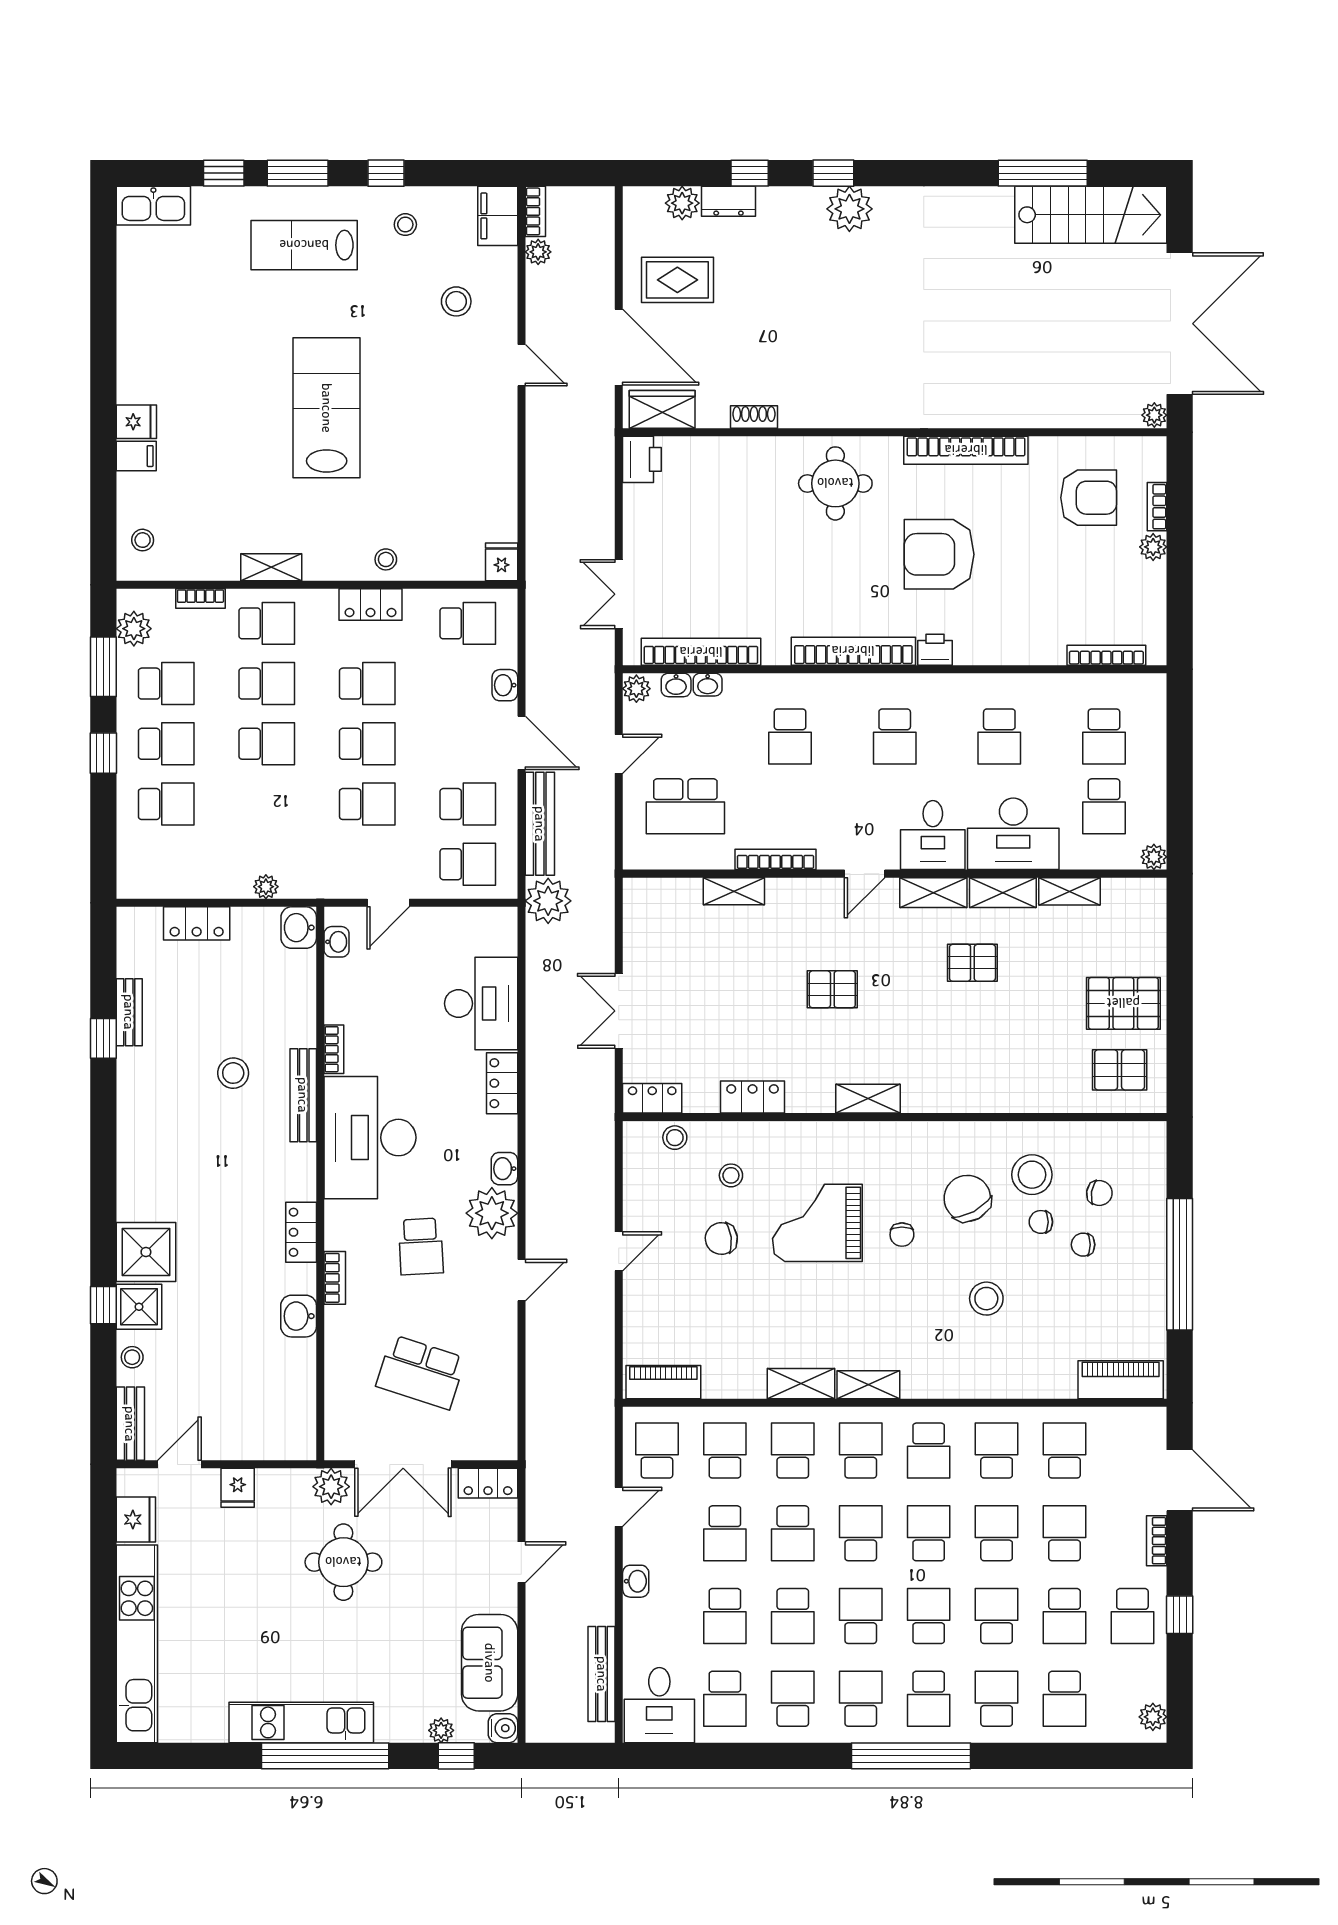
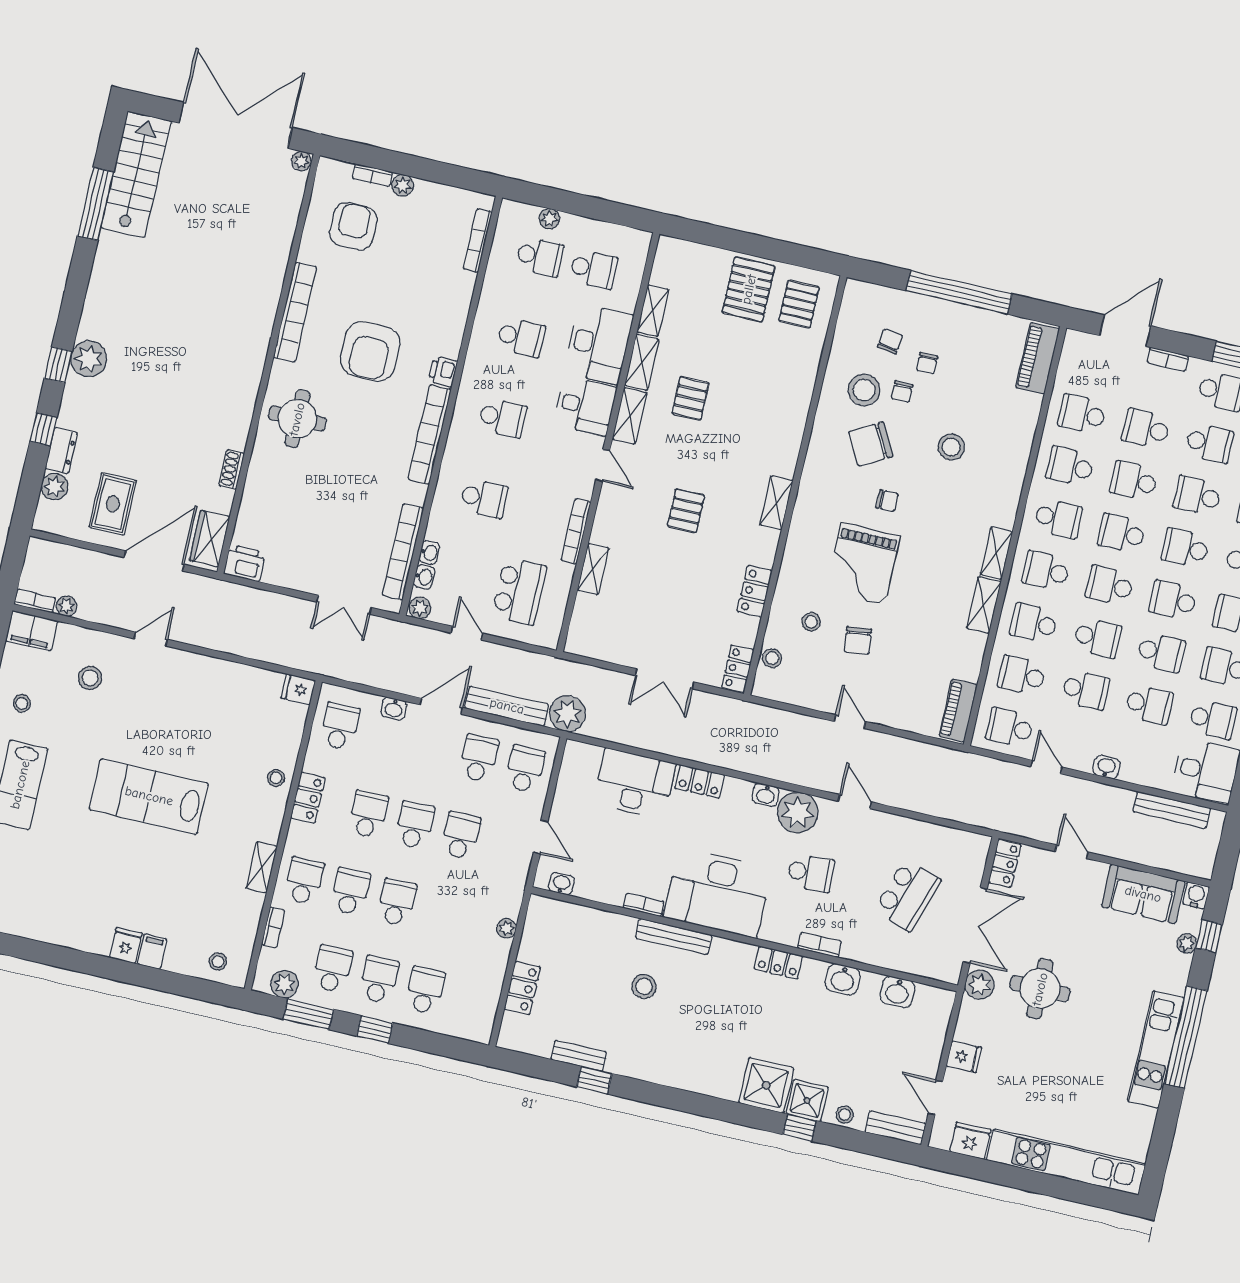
plant: (1154, 857) -> (549, 219), moved
washbasin: (299, 928) -> (897, 992), moved

